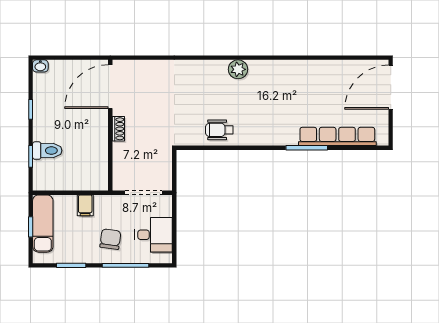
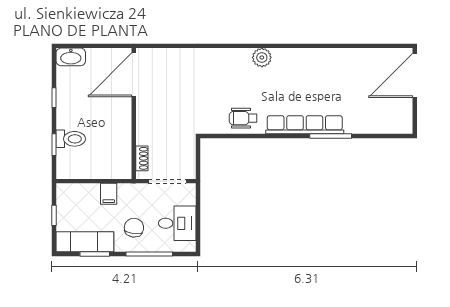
washbasin: (40, 66) -> (71, 57), width x1.91, depth x1.45
shoe rack: (118, 129) -> (142, 158), moved
row of seats: (337, 136) -> (305, 125), moved
exam couch: (43, 224) -> (85, 242), moved, turned -90

